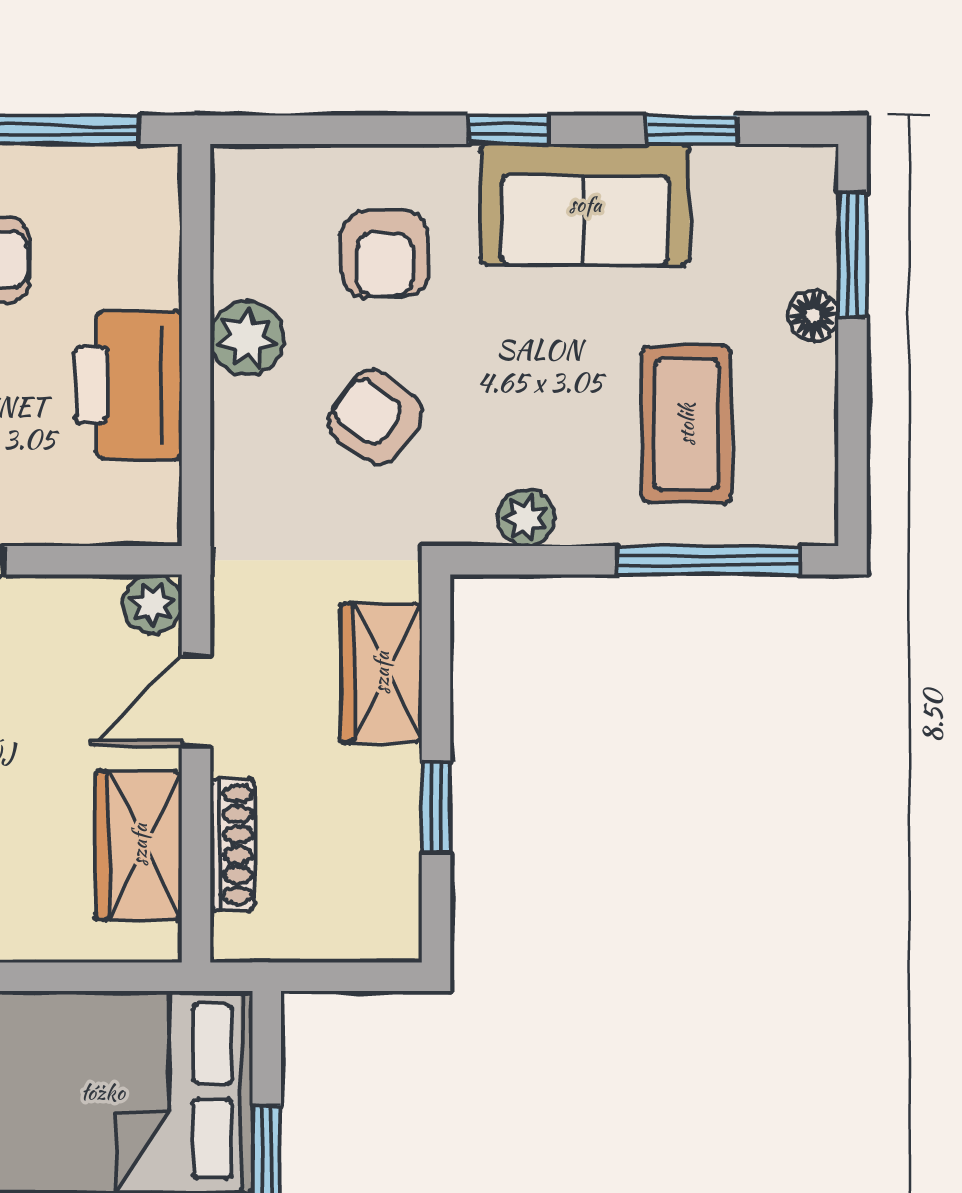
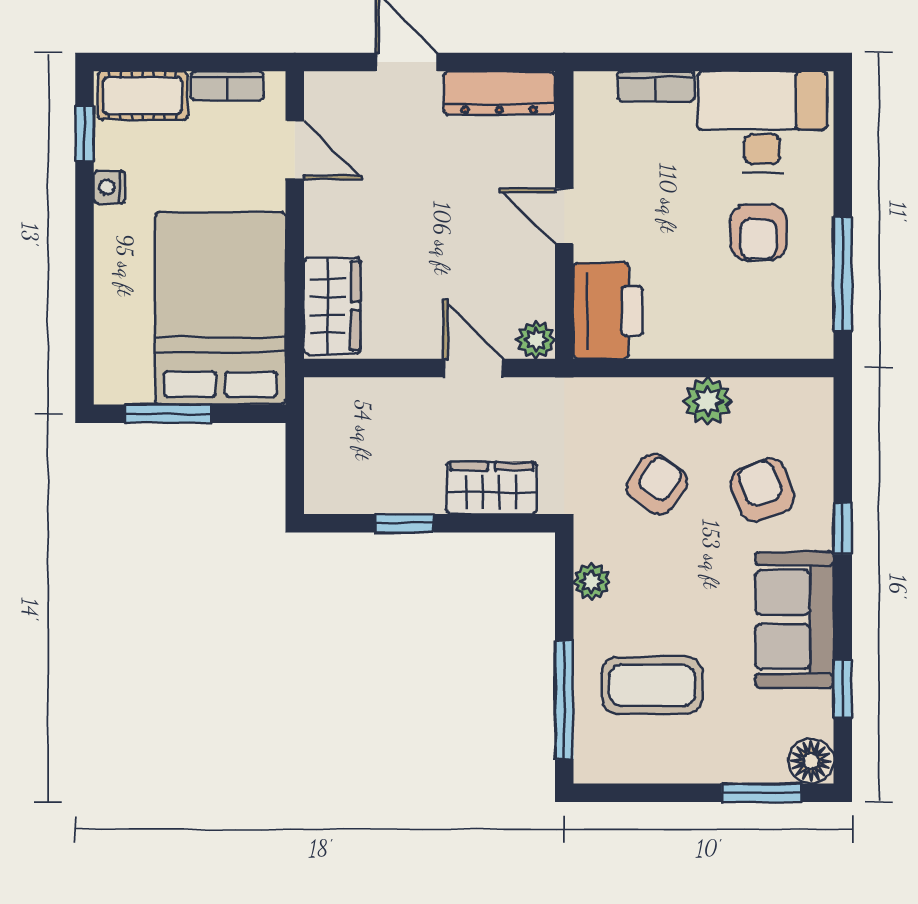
window: (508, 130) -> (843, 528), moved
armchair: (384, 254) -> (762, 490), turned 69
floor lamp: (813, 316) -> (811, 761), moved, width x1.37, depth x1.37
printer: (128, 385) -> (608, 311), moved, turned 90
wardrobe: (139, 845) -> (332, 306), moved, turned 90
shoe rack: (233, 845) -> (380, 392), removed

